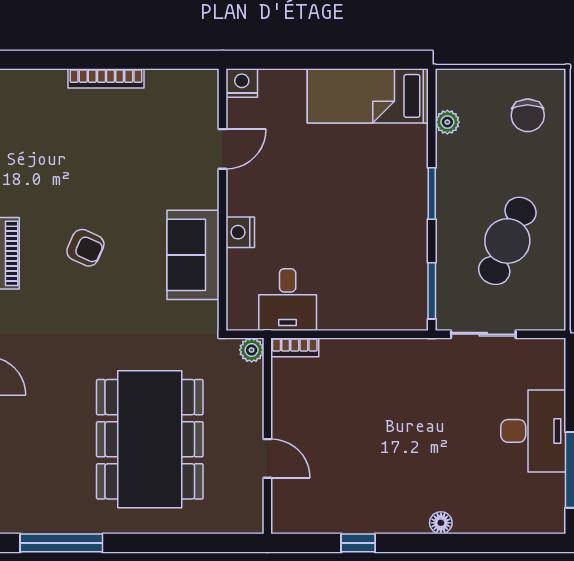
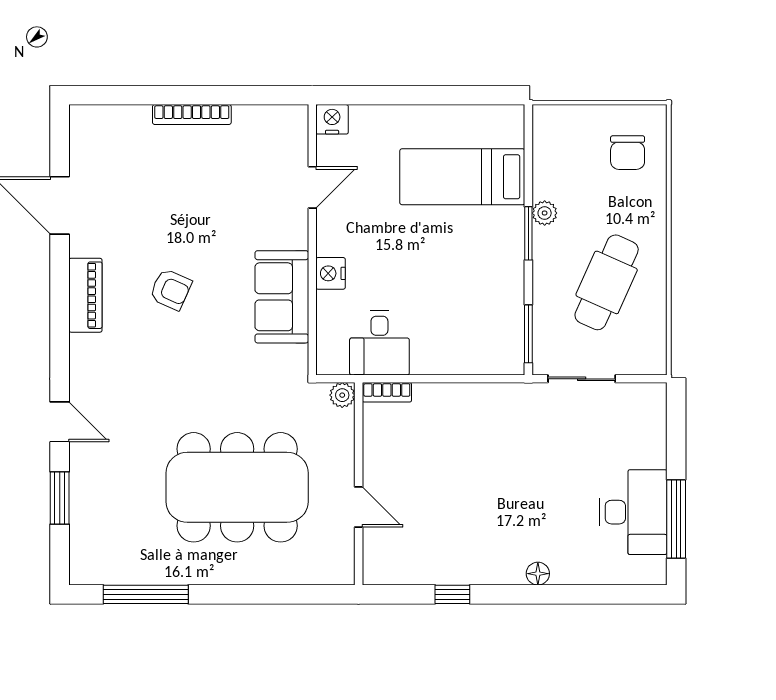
bed: (368, 96) -> (462, 177), moved
plant: (447, 122) -> (545, 213), moved
desk: (533, 431) -> (633, 512), moved
dining table: (150, 439) -> (237, 487), turned 90

